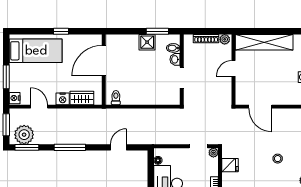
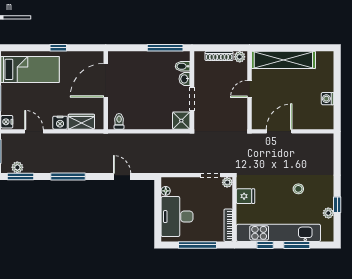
window: (157, 31) -> (165, 48), width x1.44
shower: (147, 42) -> (181, 121), moved
door: (260, 107) -> (279, 131), swing flipped
plant: (24, 135) -> (17, 167), width x0.53, depth x0.53
door: (119, 147) -> (122, 176), hinge flipped

